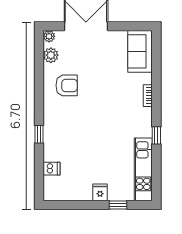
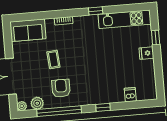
coffee table: (102, 79) -> (53, 59), added
window: (39, 81) -> (59, 111), added

